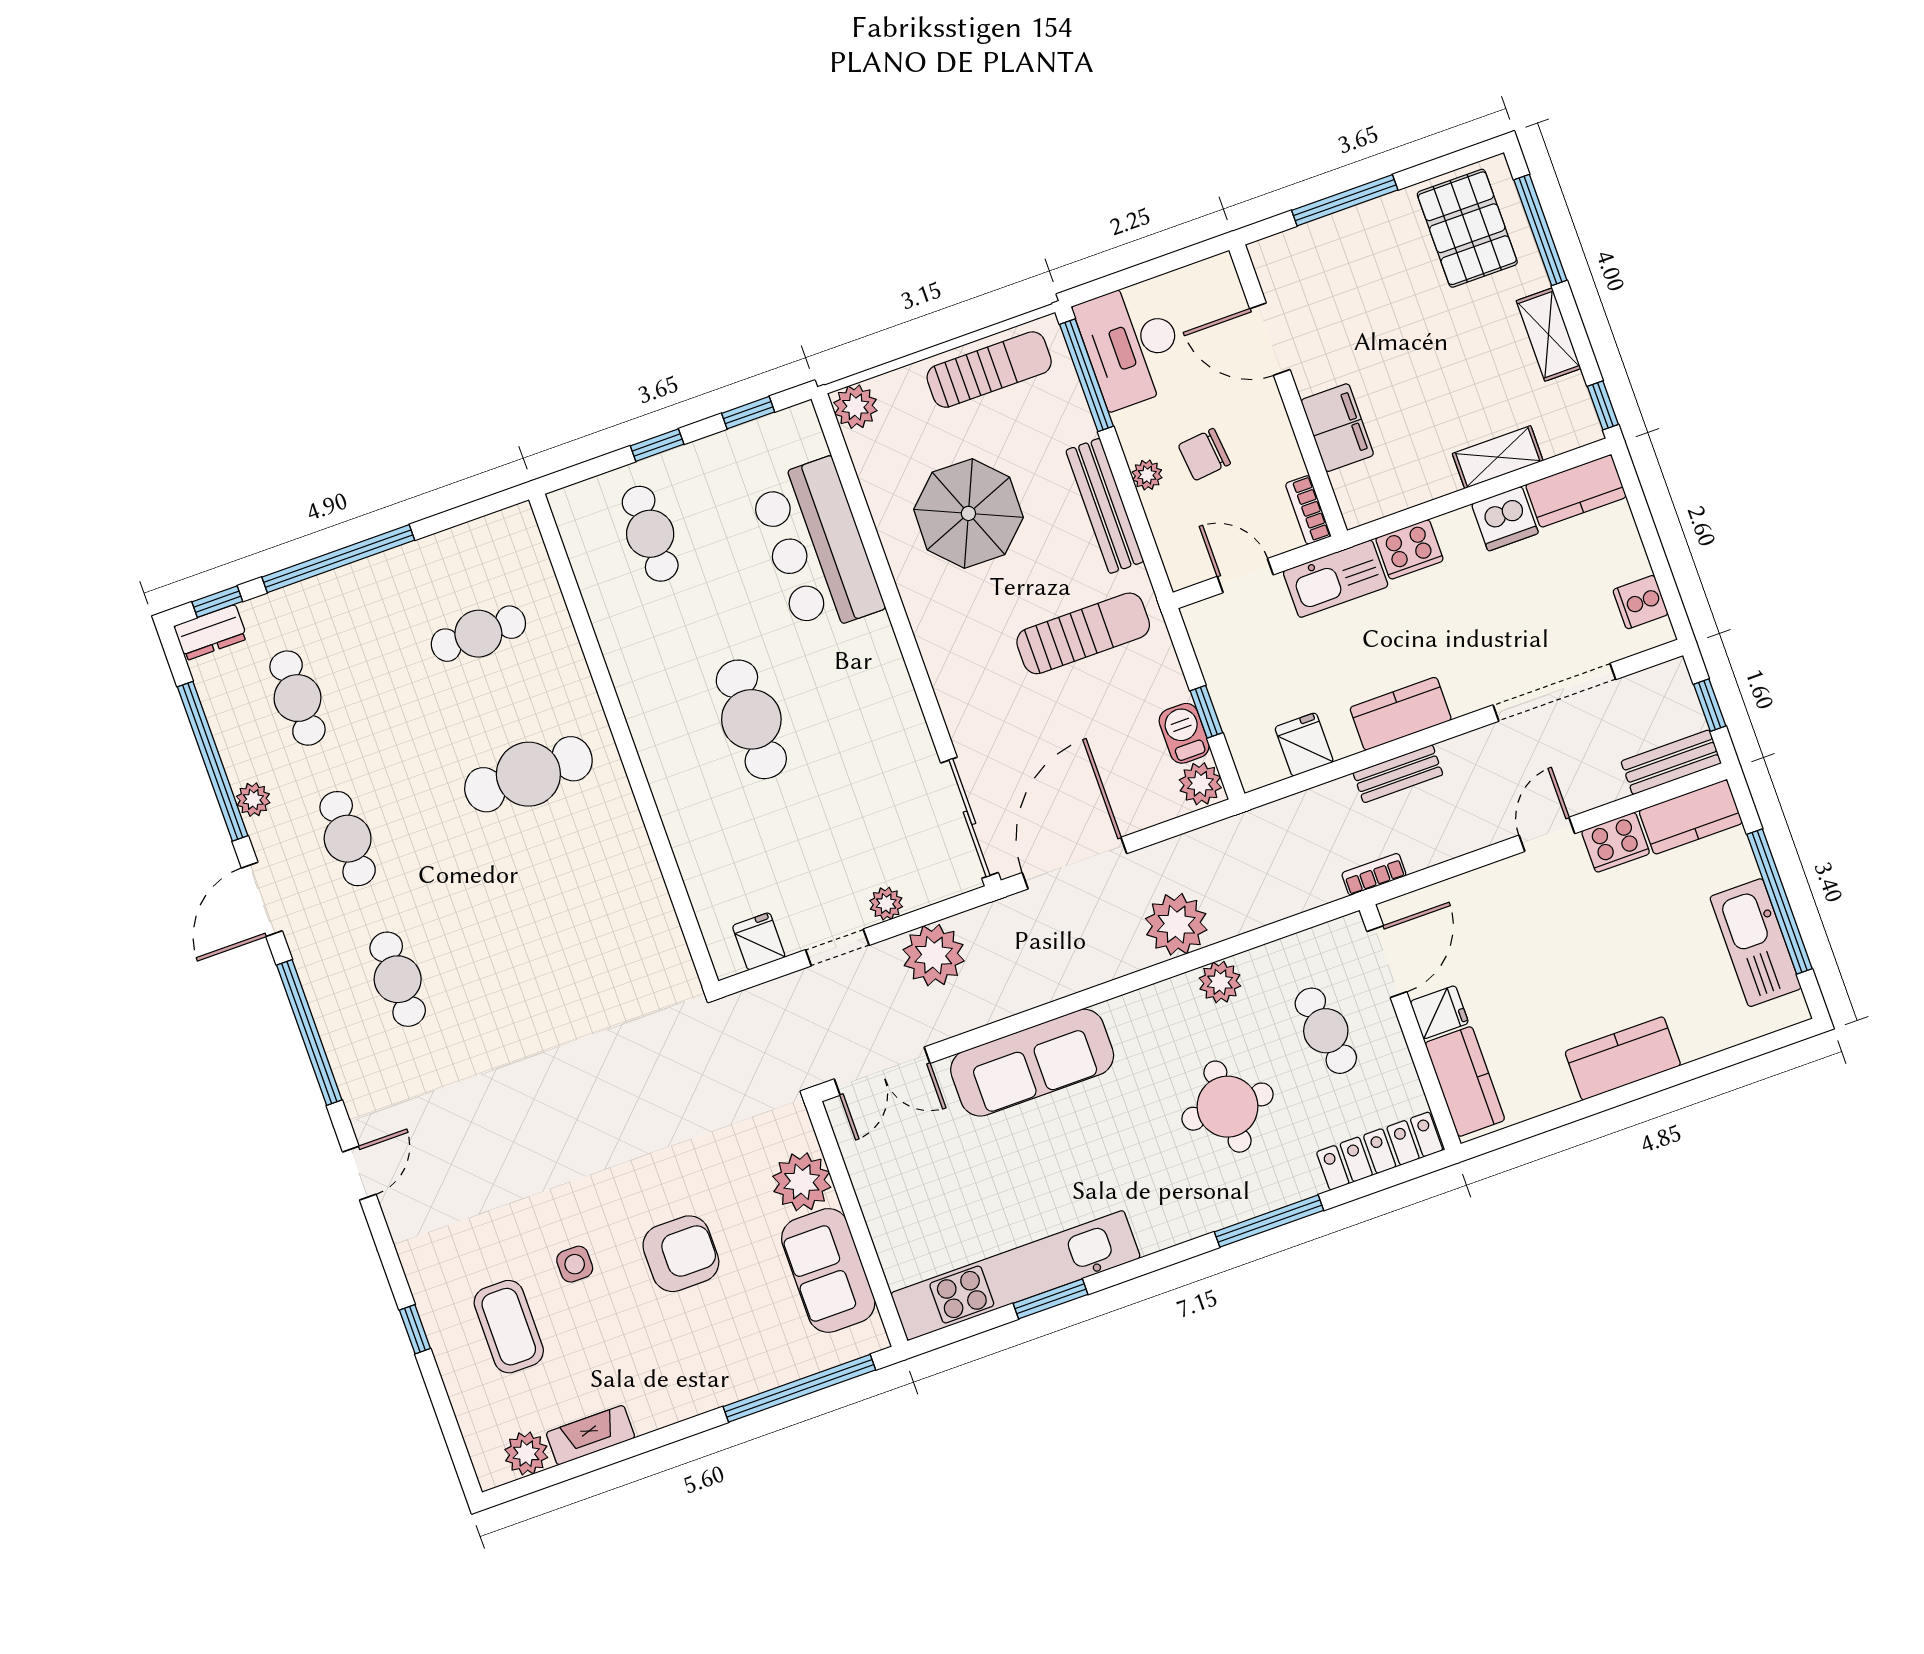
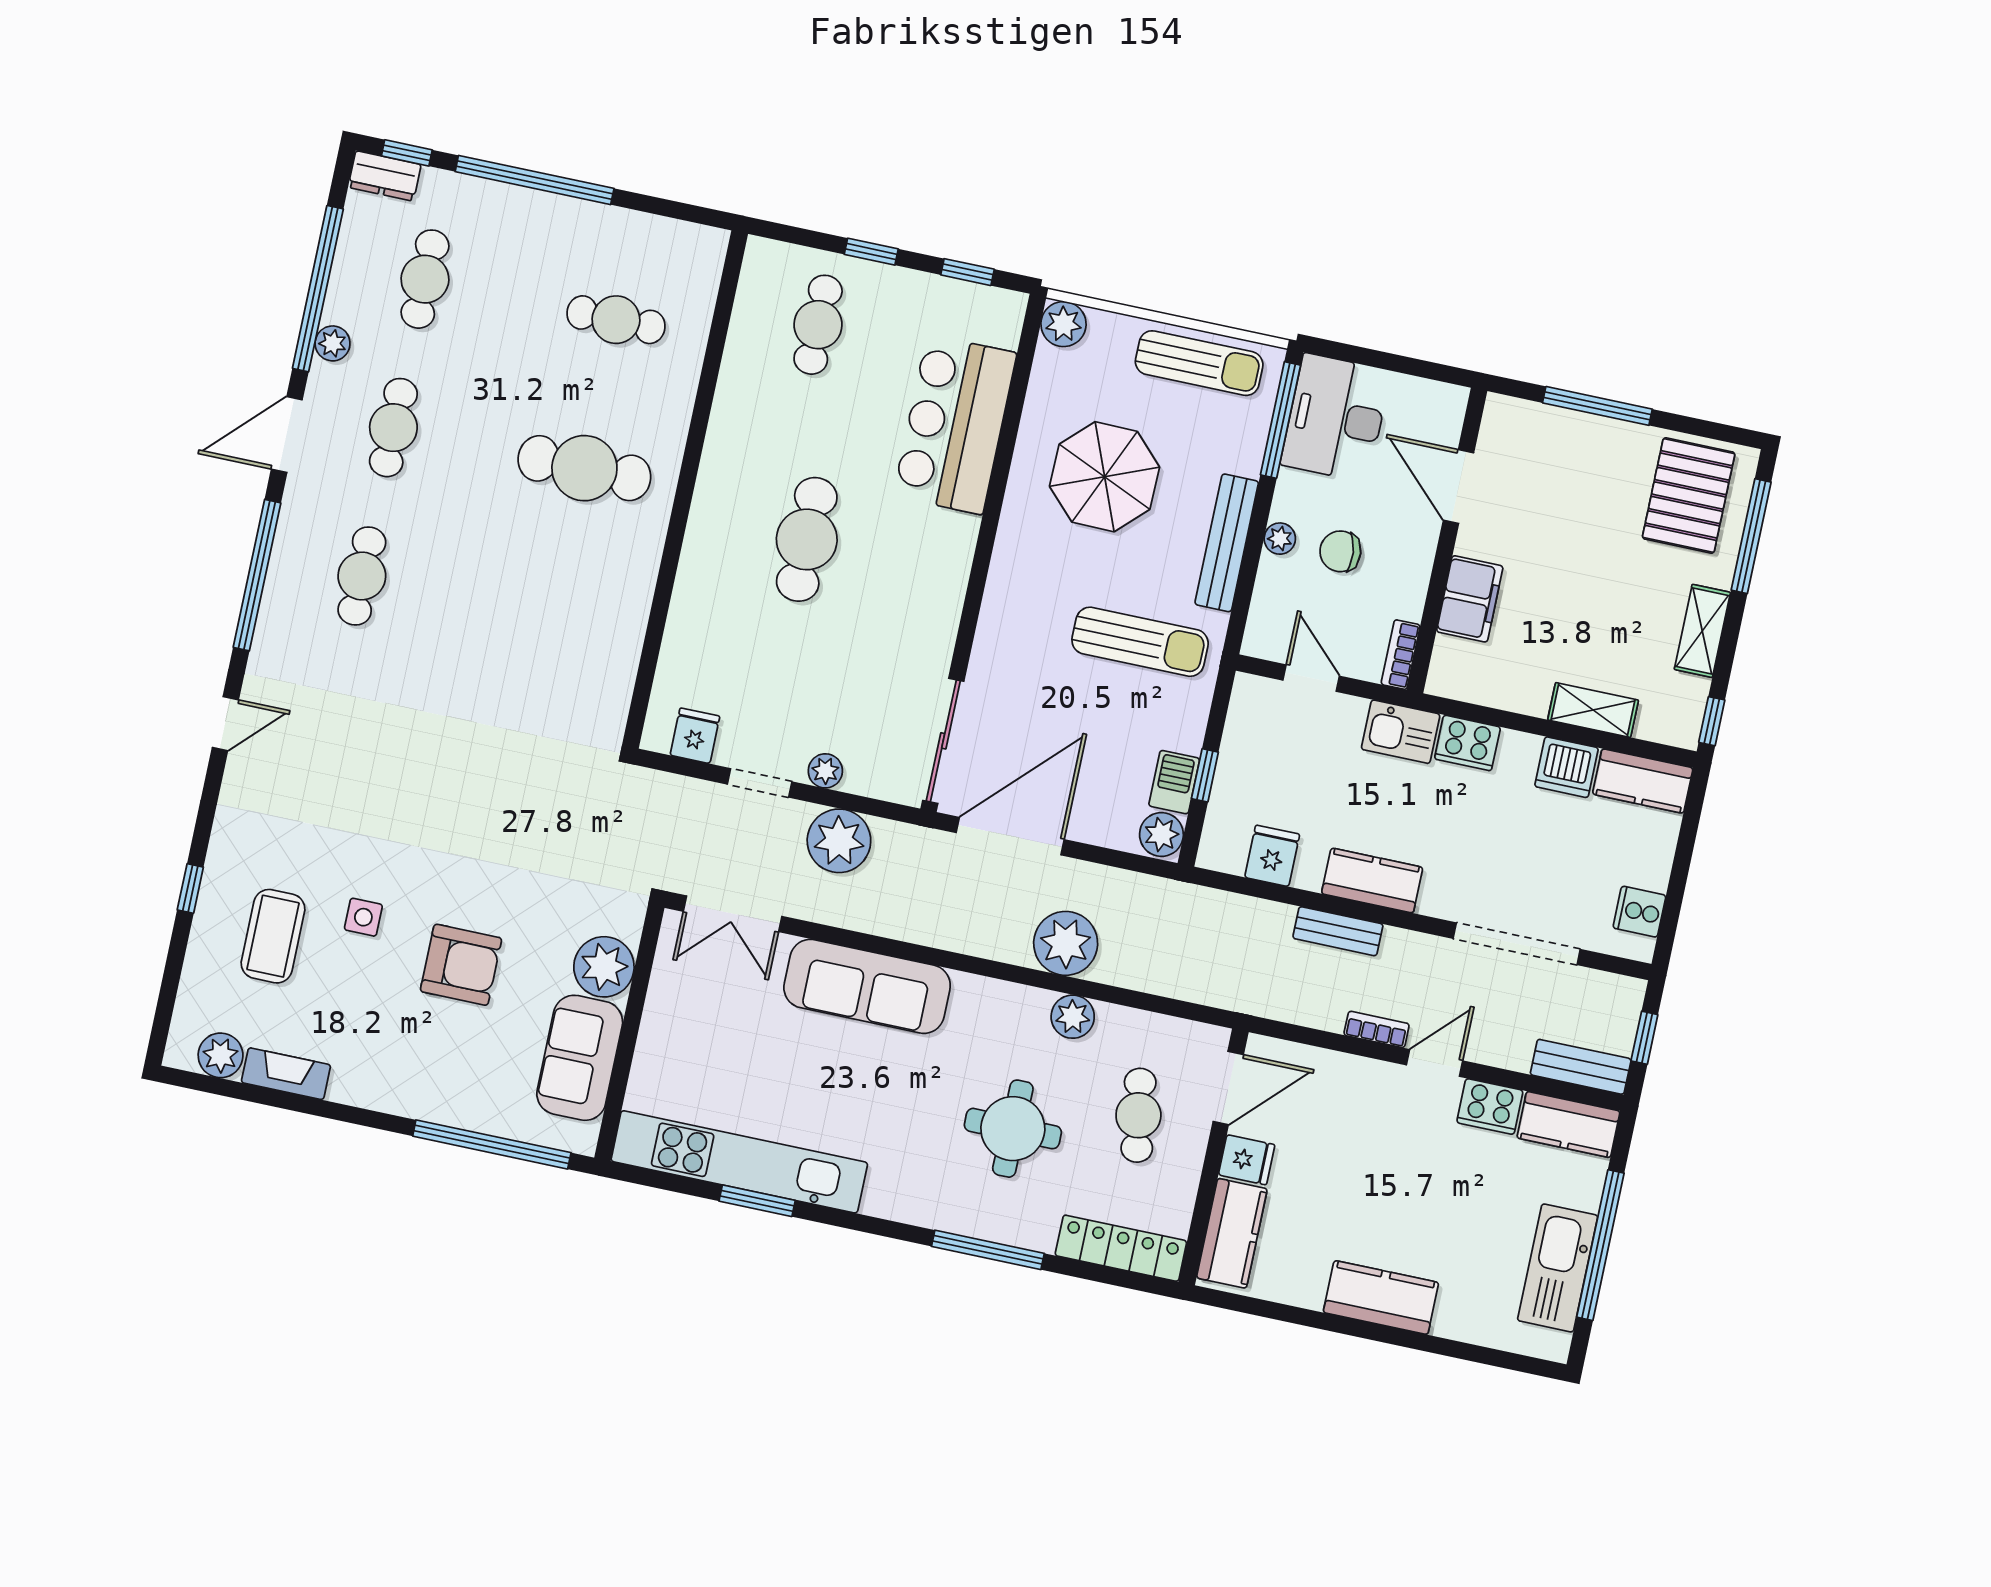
kitchen sink: (1336, 579) -> (1401, 732), width x0.73
bookcase: (1374, 874) -> (1377, 1029), moved

